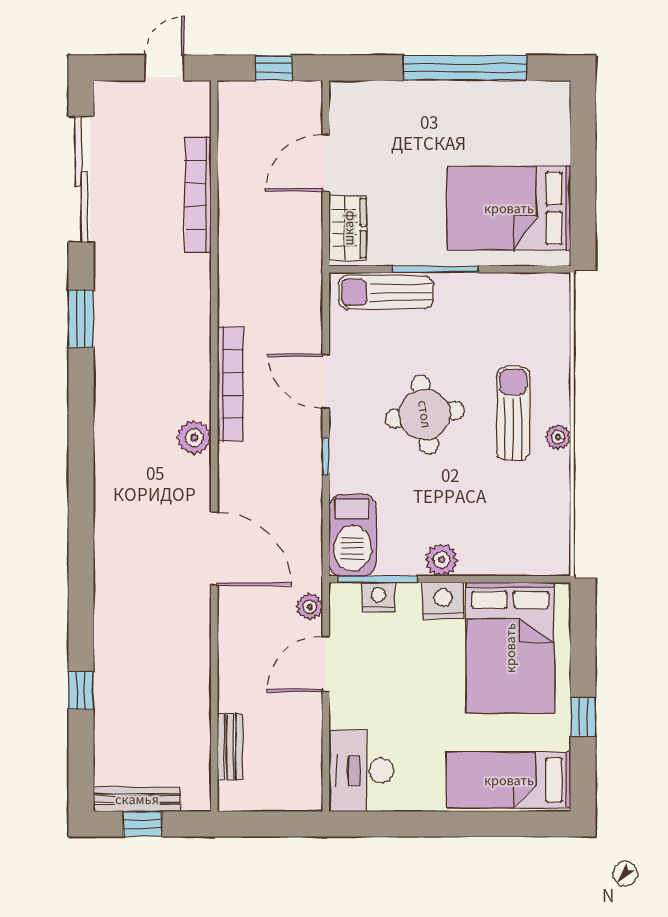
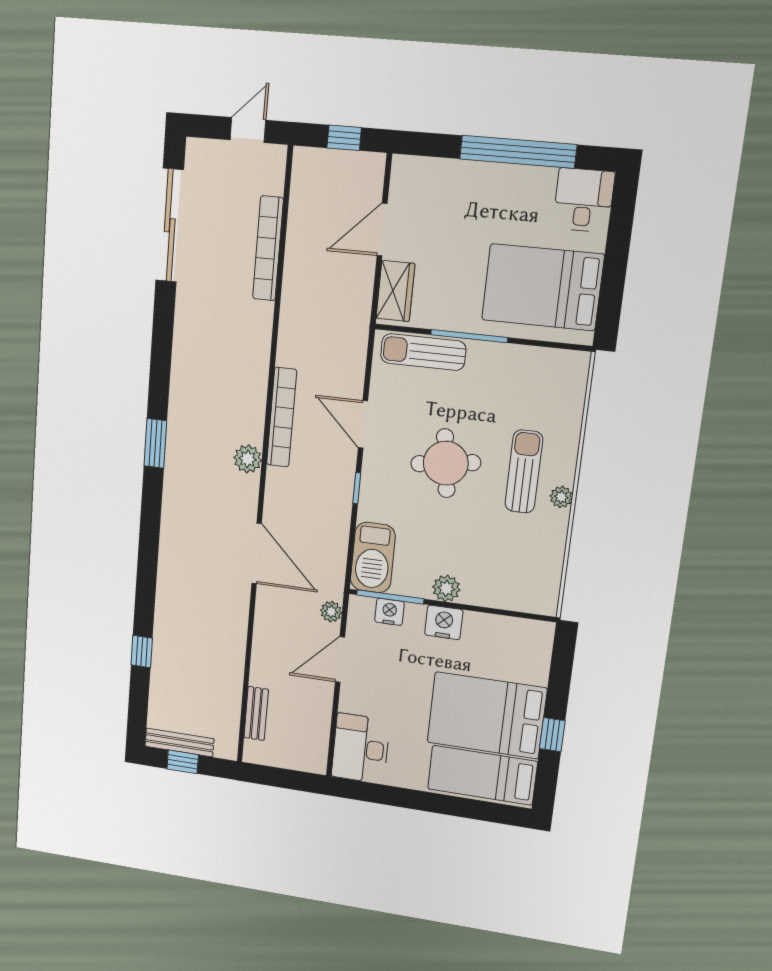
desk: (541, 112) -> (584, 200), added
window: (81, 318) -> (155, 443), moved
bed: (510, 648) -> (487, 715), moved, turned 90

